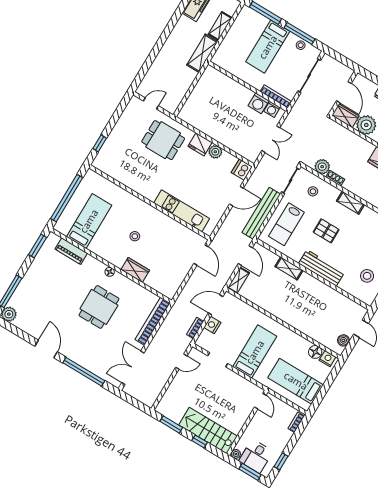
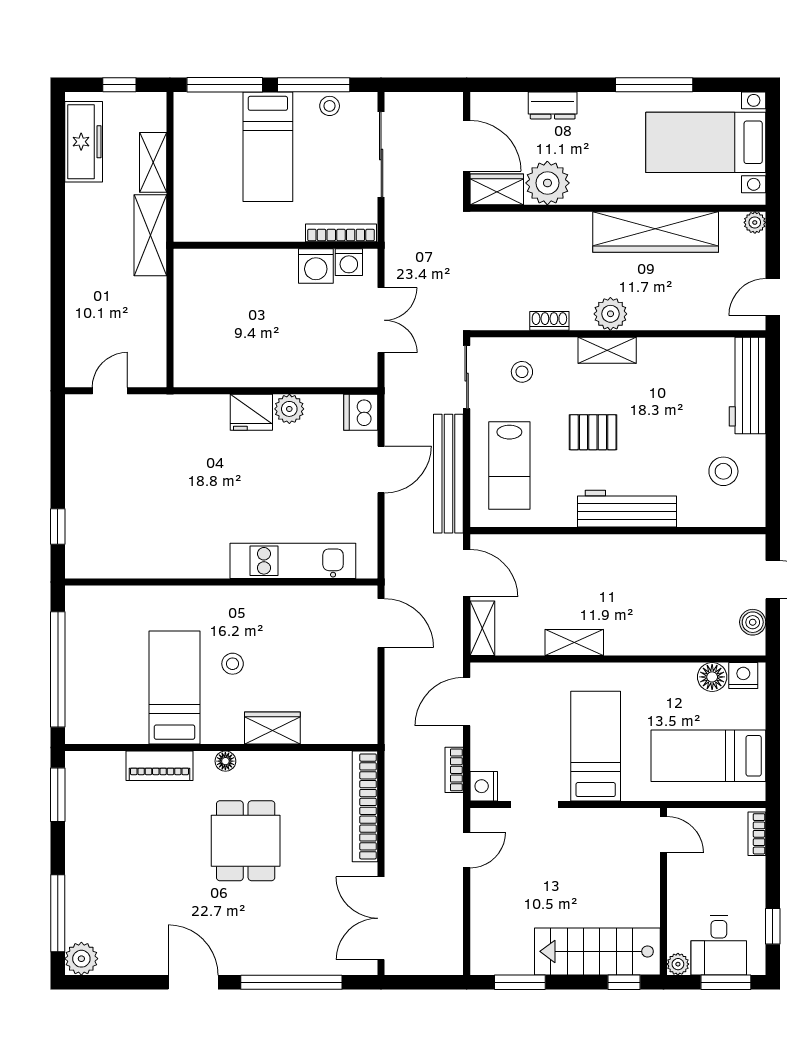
dining table: (163, 140) -> (176, 447), removed
plant: (322, 167) -> (610, 314), moved
bed: (89, 221) -> (174, 687), moved
piano: (71, 251) -> (159, 766), moved
shelving: (289, 268) -> (574, 642), moved
nightstand: (212, 325) -> (484, 786), moved
window: (200, 441) -> (624, 982), moved

